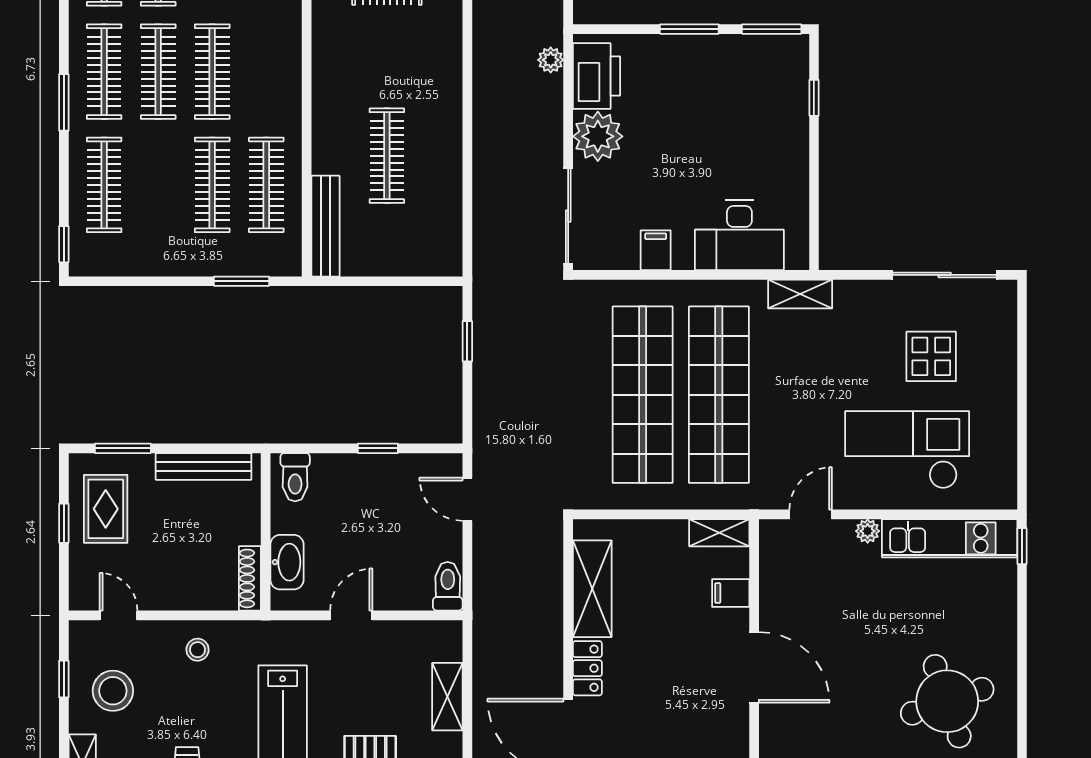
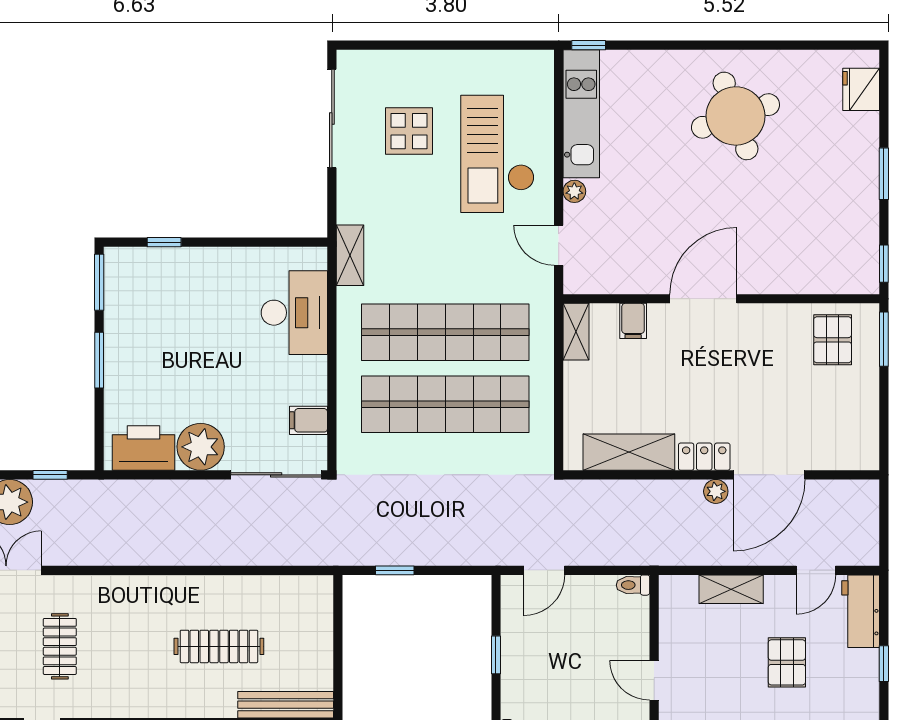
plant: (551, 60) -> (716, 491), moved
filing cabinet: (656, 250) -> (308, 420), moved
toilet: (448, 586) -> (633, 585), width x0.73, depth x0.72

